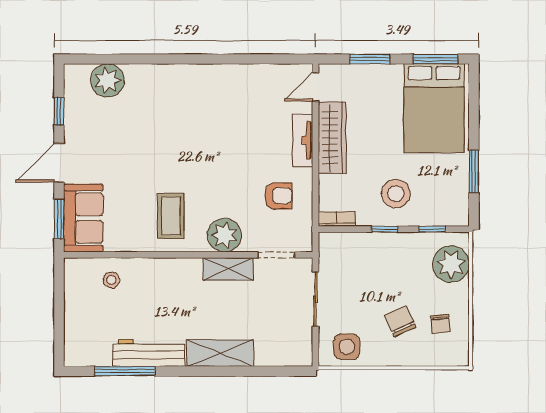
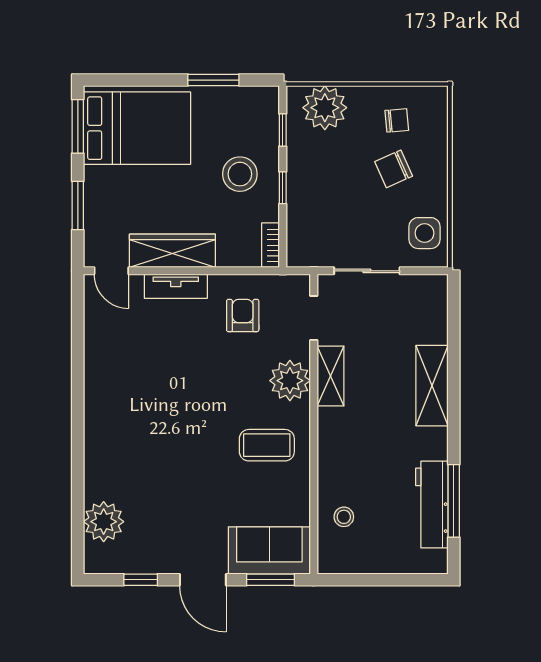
workbench: (149, 353) -> (432, 505), moved

